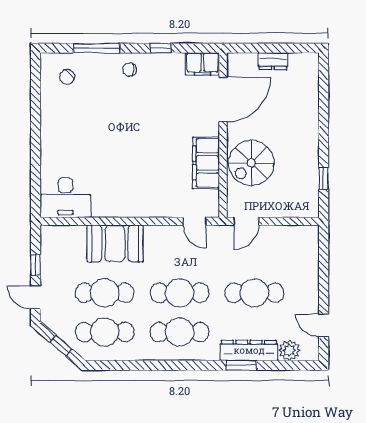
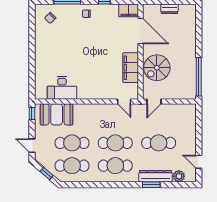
door: (223, 99) -> (140, 31), hinge flipped
window: (324, 178) -> (199, 77), width x3.17
desk: (65, 198) -> (62, 88), moved
booth: (115, 243) -> (57, 114), moved
window: (36, 265) -> (32, 113), moved

